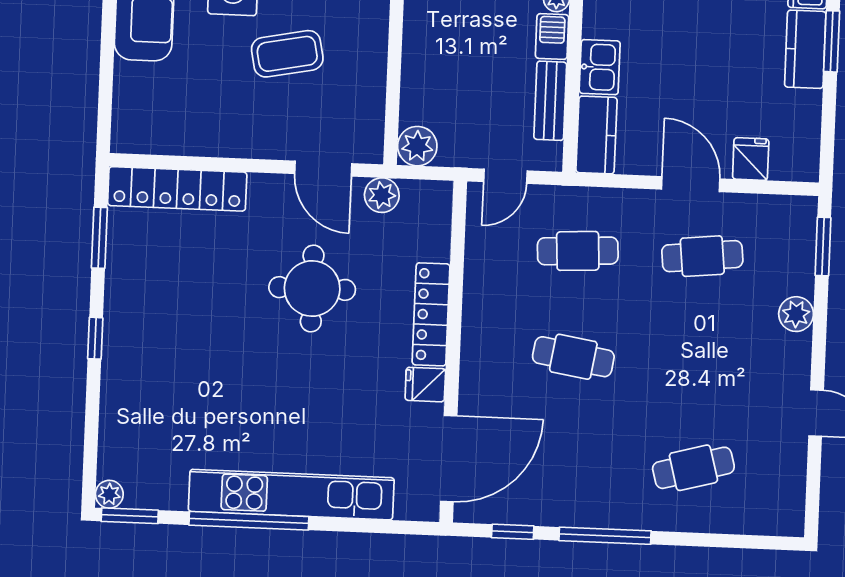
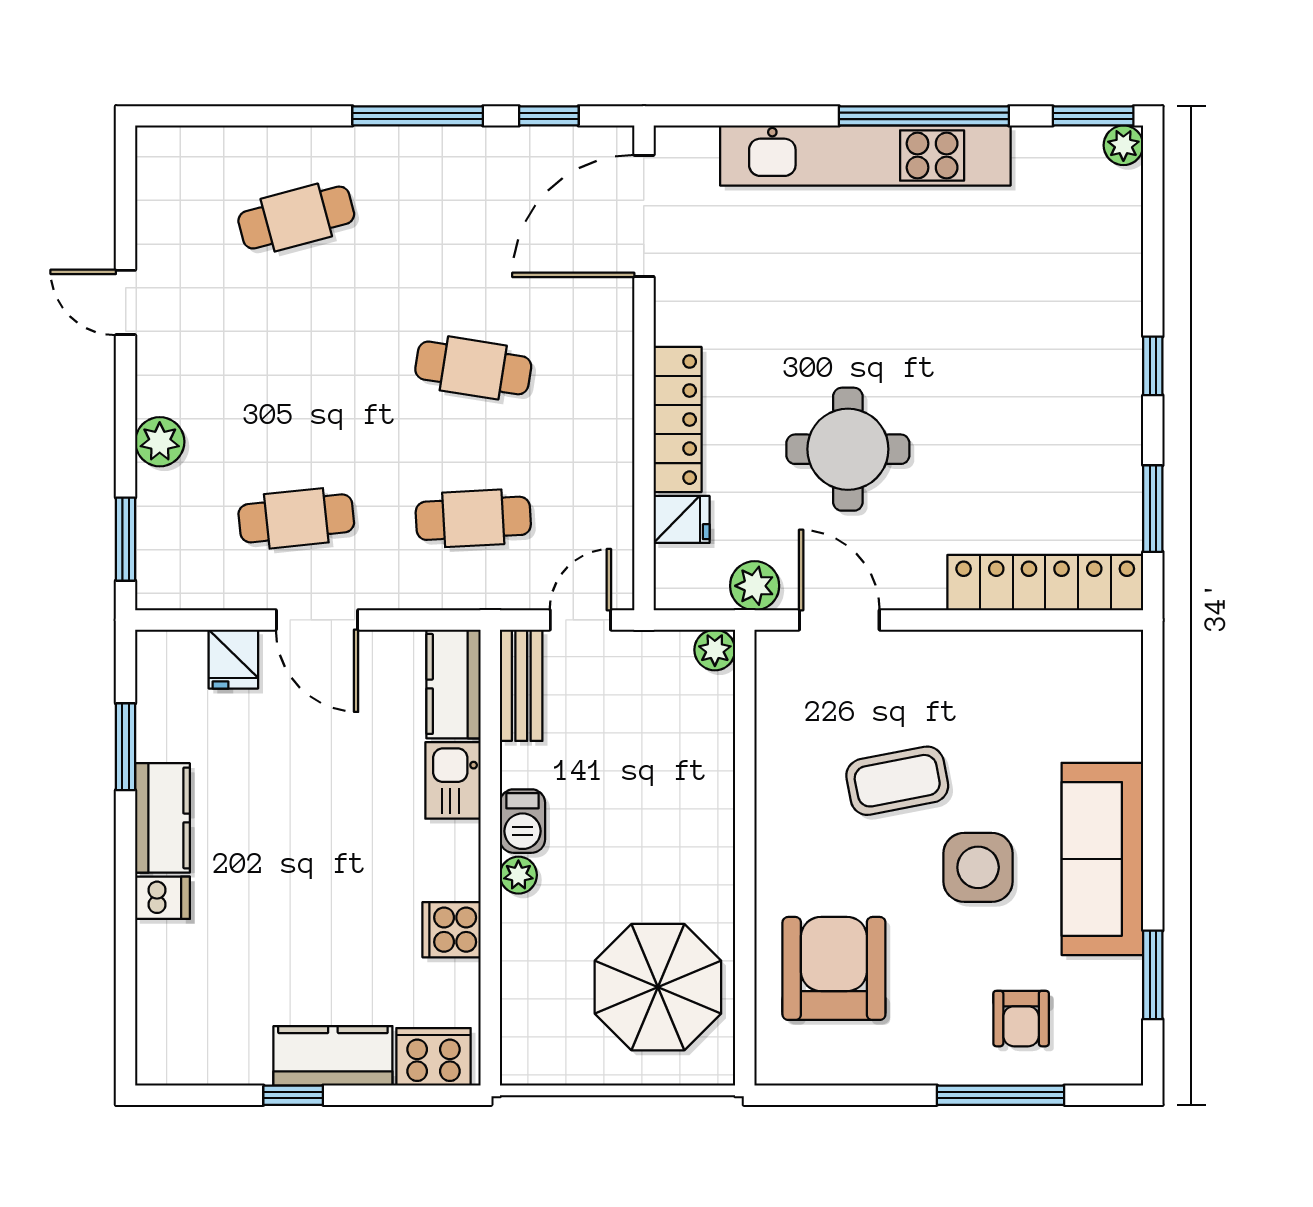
window: (832, 41) -> (126, 747), moved
bench: (550, 101) -> (521, 685), moved
plant: (417, 146) -> (715, 650), width x0.73, depth x0.73
fridge: (425, 385) -> (682, 519), moved

